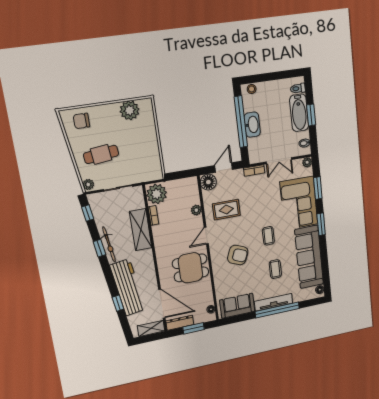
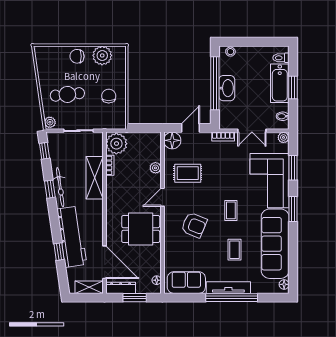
chair: (81, 121) -> (77, 56), moved
chair: (142, 150) -> (109, 96), added

